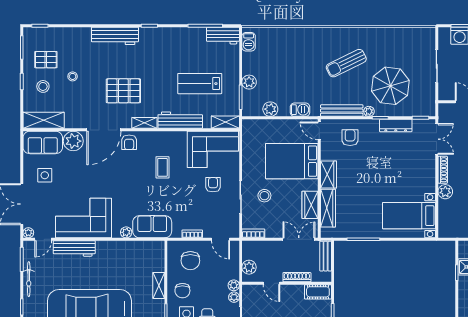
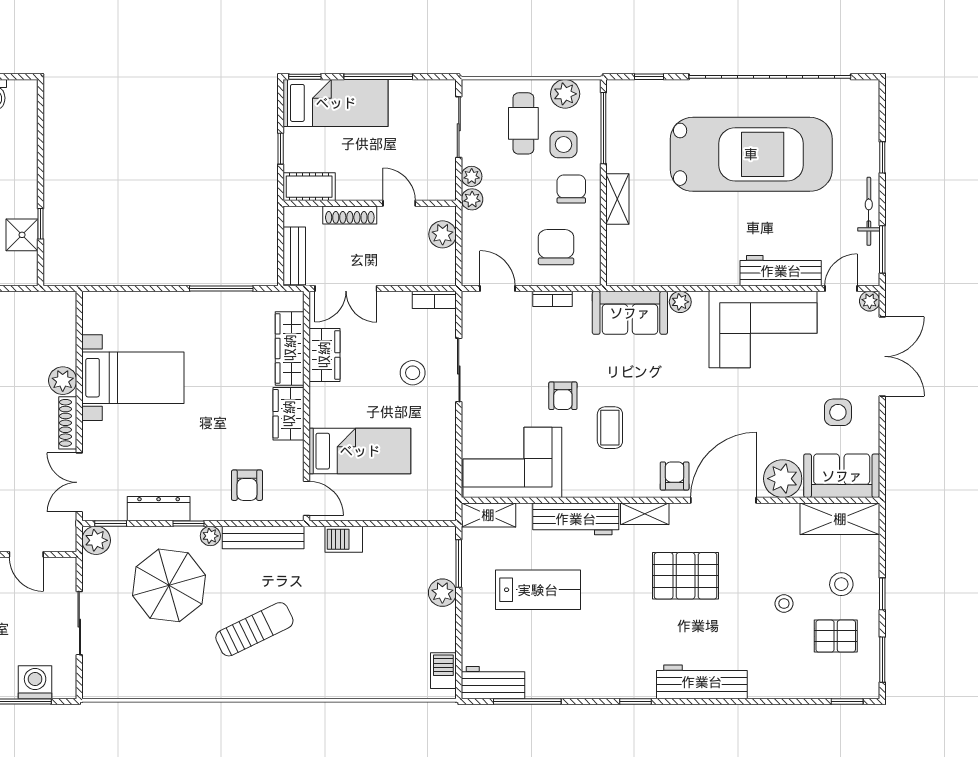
plant: (270, 109) -> (96, 540), moved
bed: (292, 161) -> (360, 451), width x0.67
armchair: (213, 185) -> (563, 396), moved
bed with nightstands: (409, 216) -> (133, 378), moved

